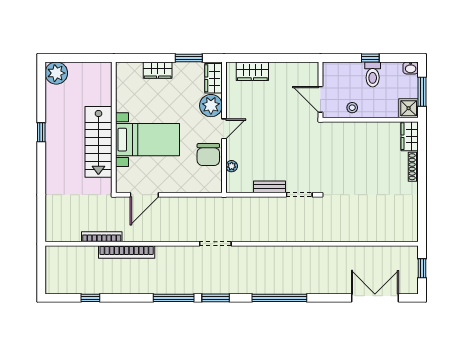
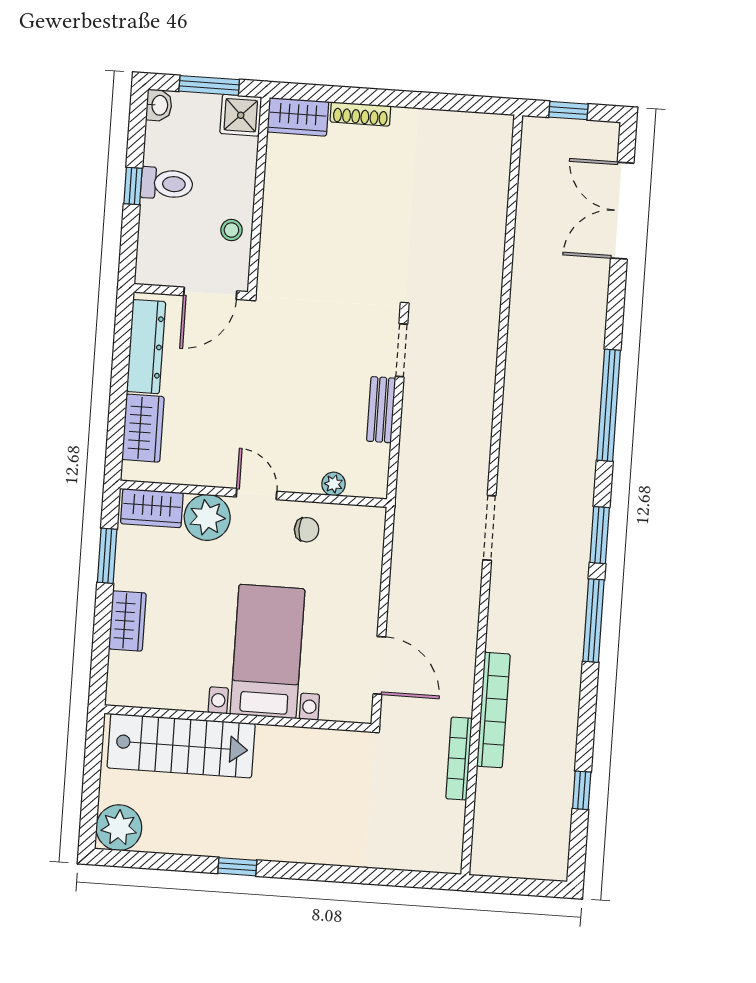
dresser: (292, 70) -> (146, 347), added
stairs: (98, 142) -> (181, 746), moved
chair: (208, 155) -> (307, 530), width x0.54, depth x0.54

